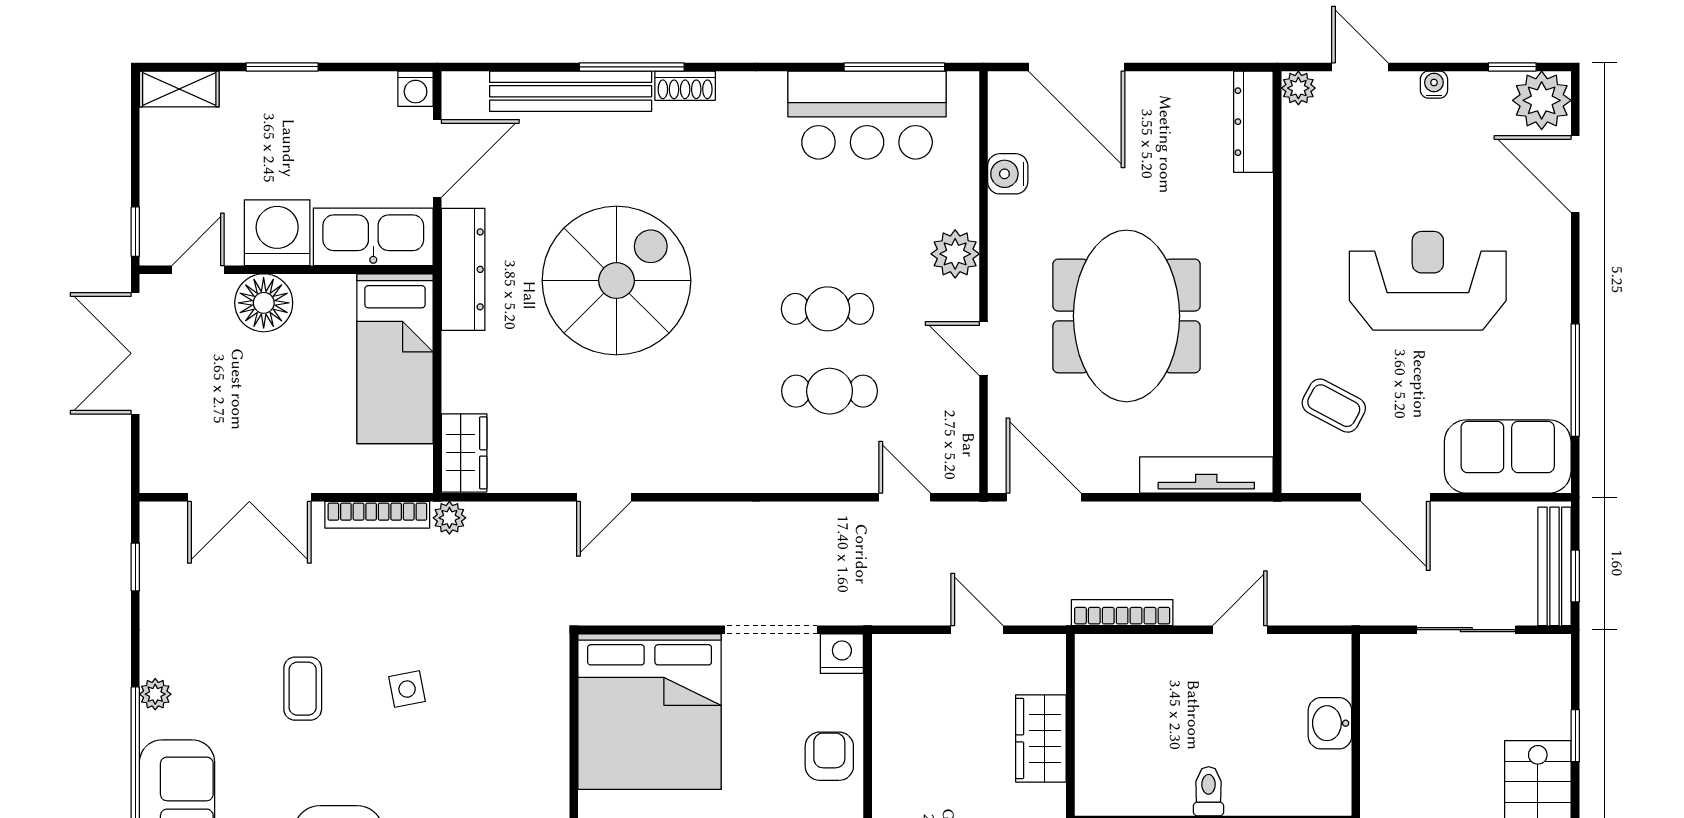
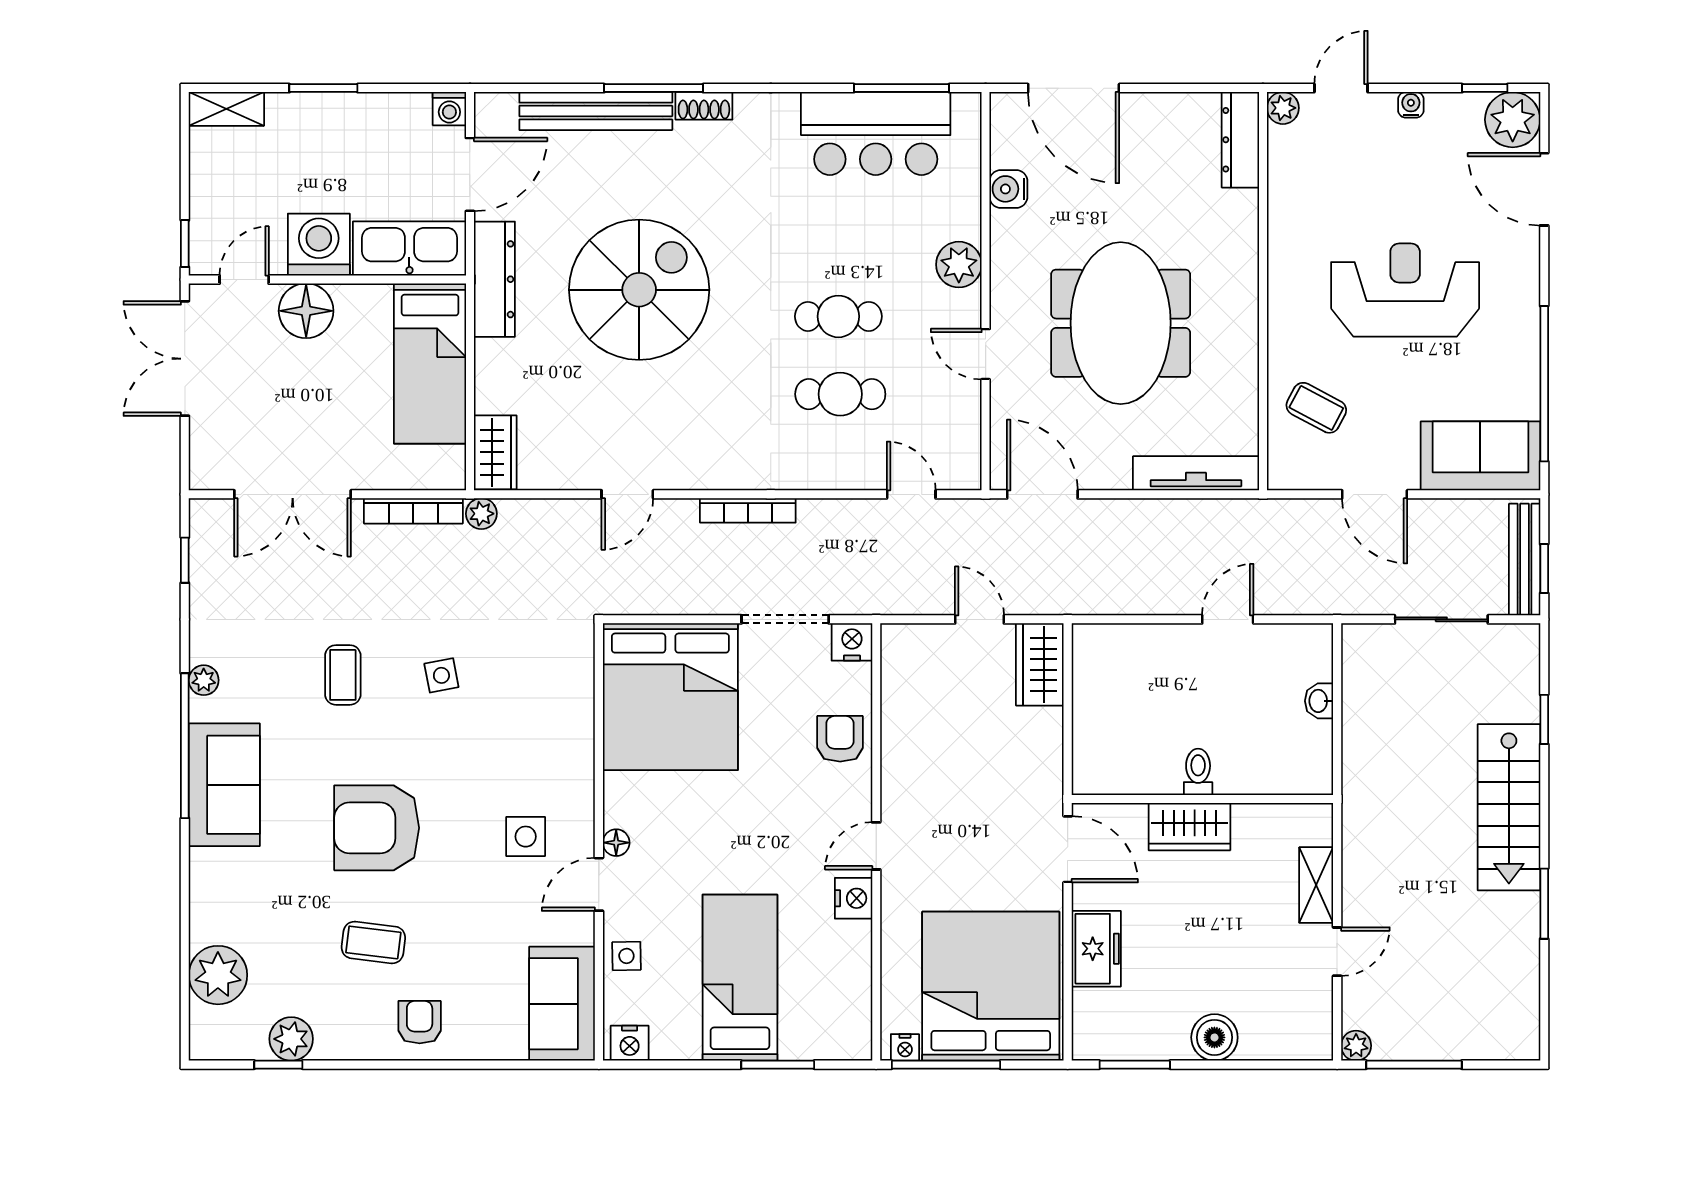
door: (1360, 67) -> (1341, 88), hinge flipped
window: (1575, 380) -> (1544, 384), width x1.46
bookcase: (1122, 613) -> (748, 510), moved, turned 180
washbasin: (1330, 723) -> (1319, 701), width x0.72, depth x0.69
wardrobe: (1041, 738) -> (1040, 664), moved

